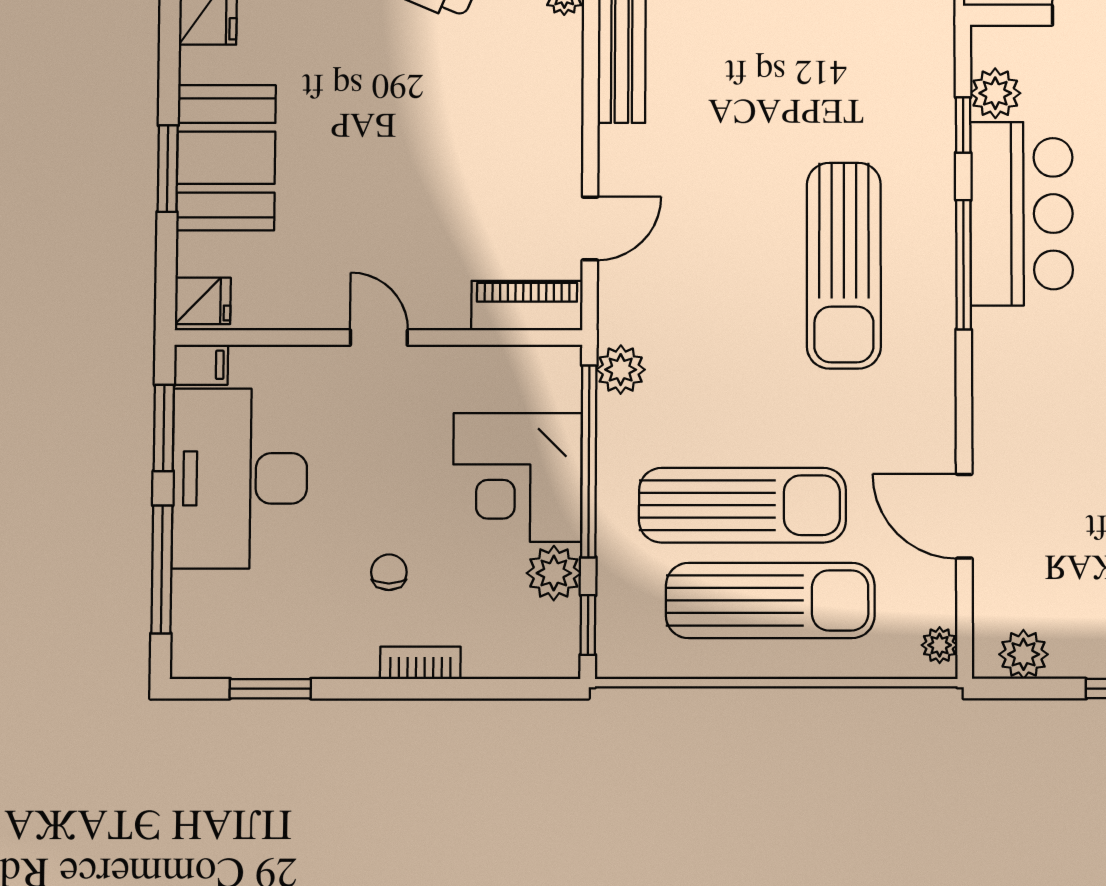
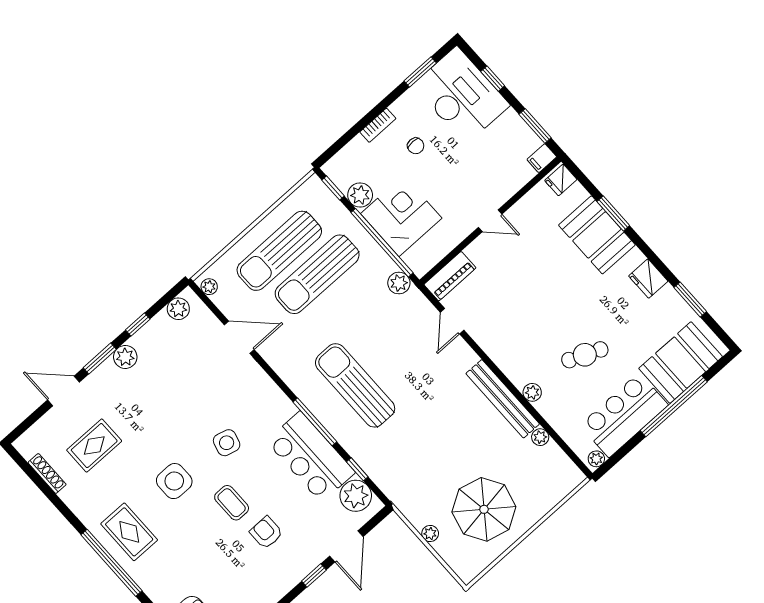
plant: (995, 93) -> (356, 496), width x1.36, depth x1.36
desk: (240, 478) -> (461, 95), moved
window: (162, 569) -> (493, 79), width x0.46

